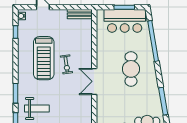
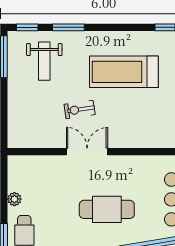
exercise bike: (66, 64) -> (80, 109), moved

